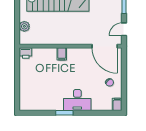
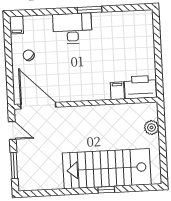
door: (124, 29) -> (12, 130), hinge flipped
printer: (26, 53) -> (140, 87), width x1.87, depth x1.48
filing cabinet: (62, 54) -> (117, 91), moved

